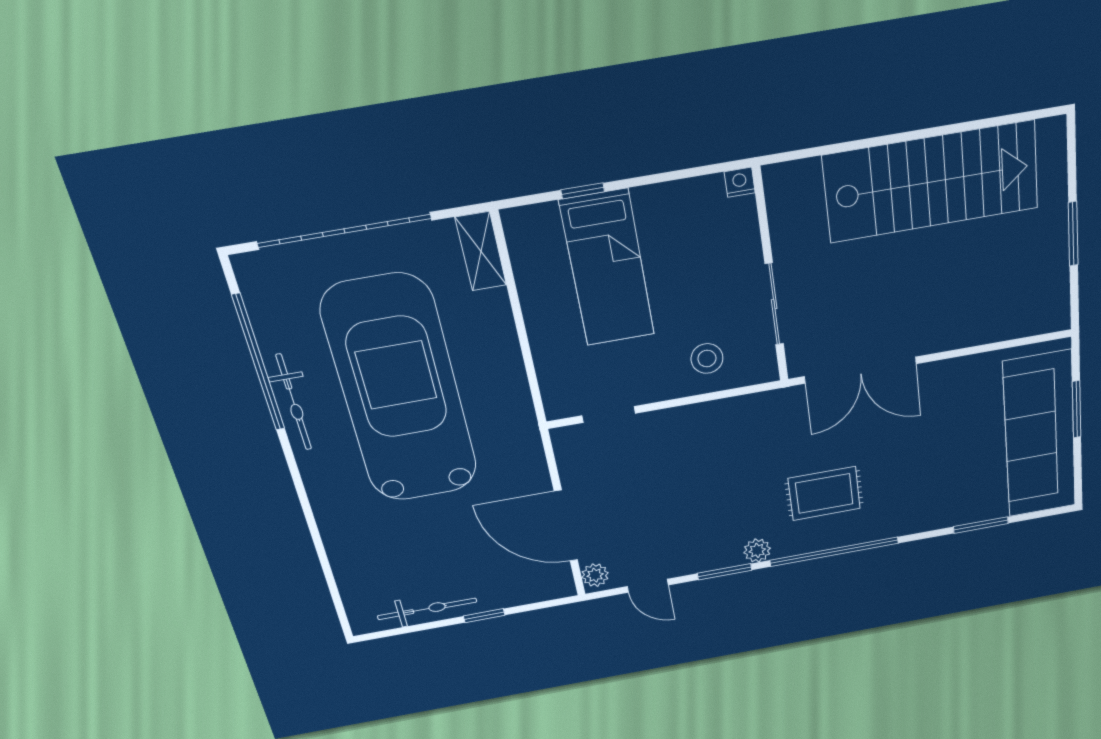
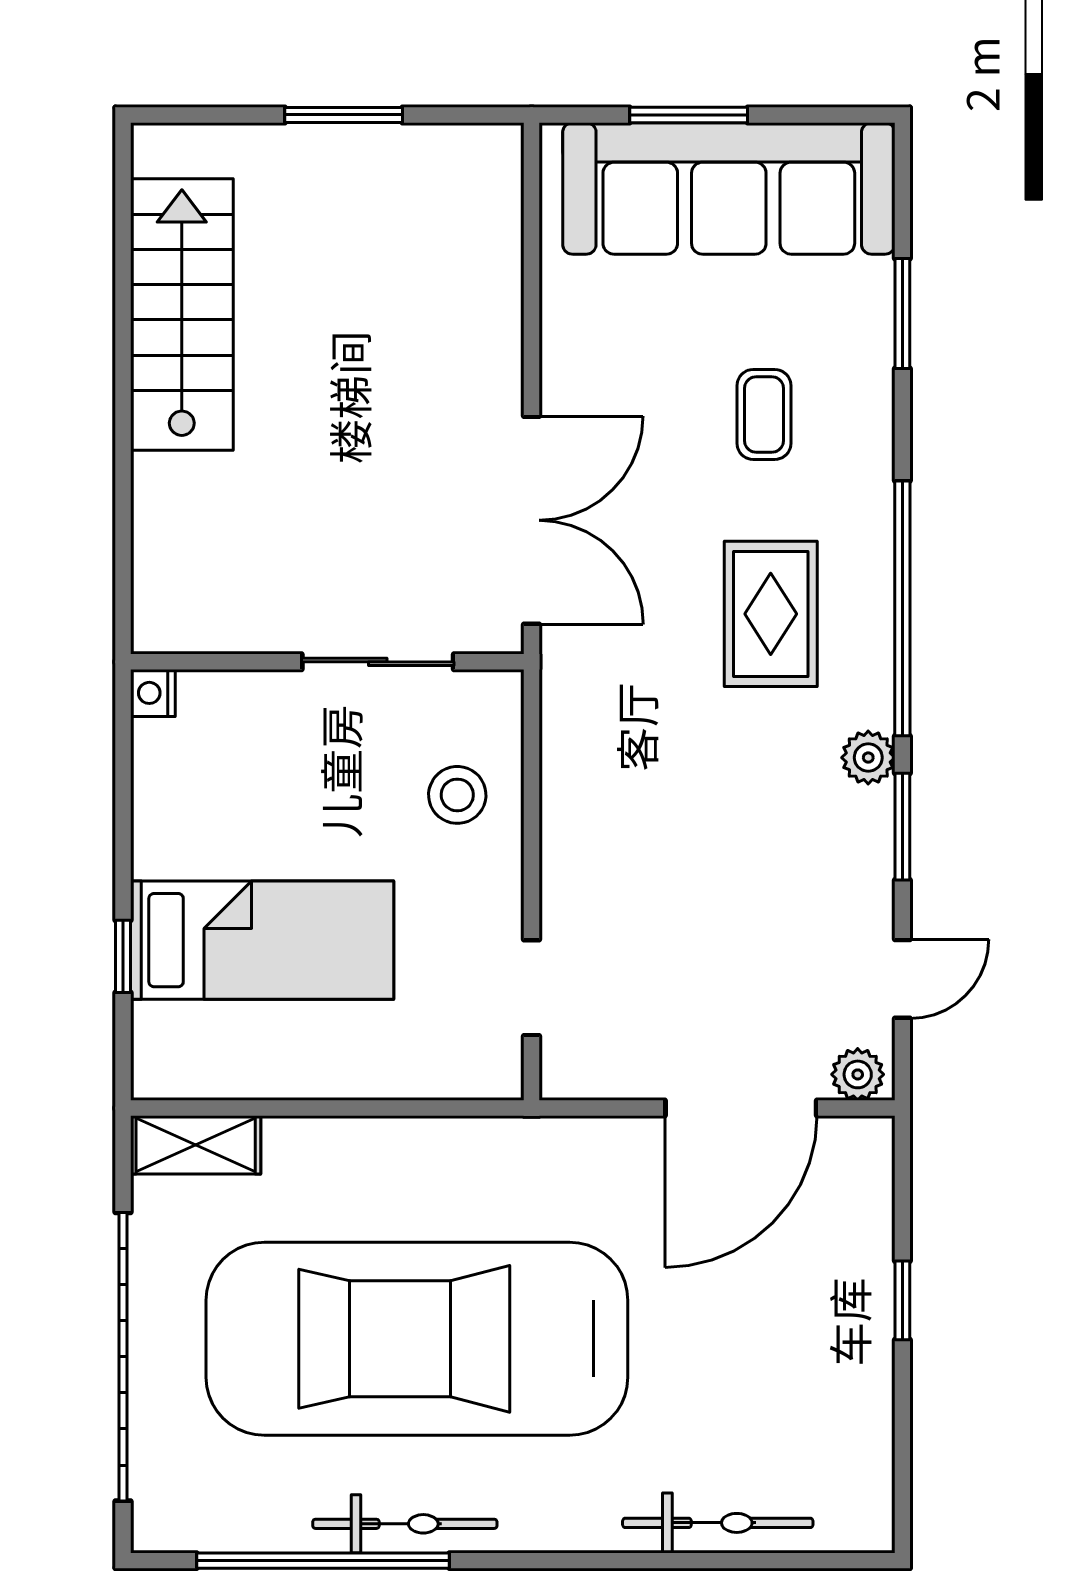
stairs: (931, 182) -> (182, 315), width x0.73, depth x0.66
coffee table: (926, 472) -> (764, 414), added
bicycle: (427, 609) -> (718, 1523), moved, turned 90

